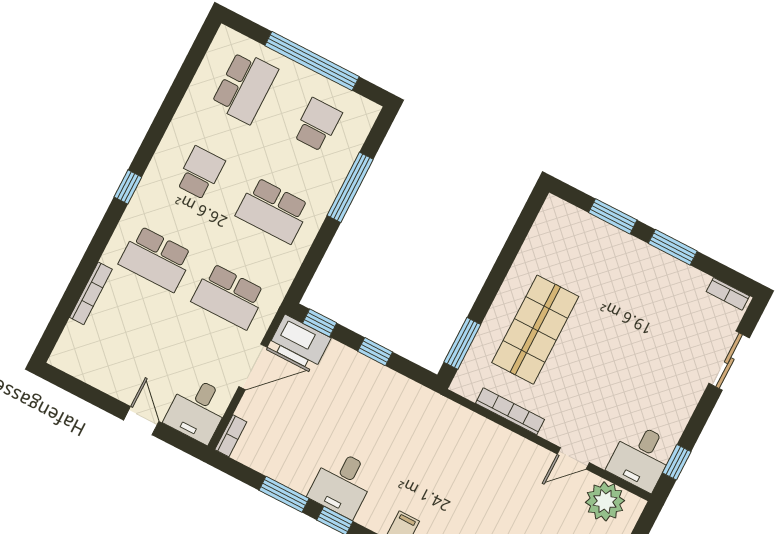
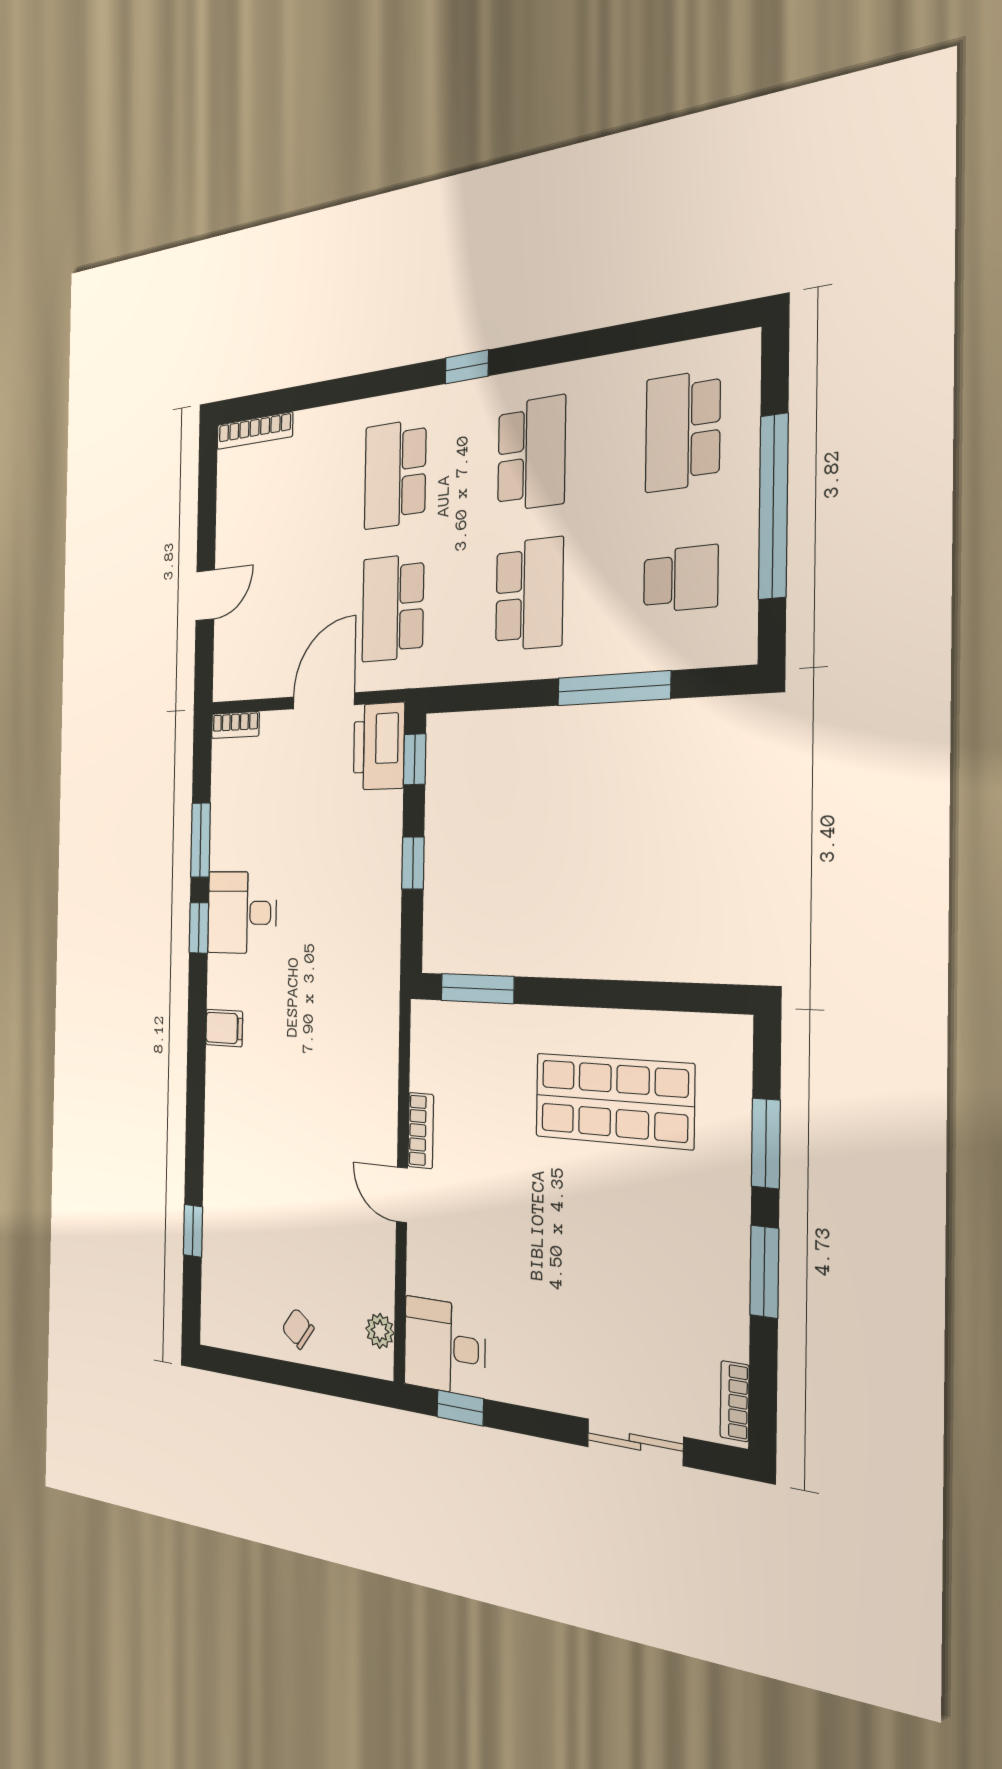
school desk: (245, 87) -> (683, 431), turned 90
school desk: (200, 173) -> (531, 454), width x1.85
school desk: (273, 210) -> (529, 594), turned 180
bookcase: (91, 293) -> (255, 431), moved
shop shelf: (535, 330) -> (614, 1101), moved
door: (253, 367) -> (324, 701), swing flipped
desk: (198, 410) -> (246, 660), removed
bookcase: (510, 411) -> (421, 1131), width x0.64
door: (573, 458) -> (402, 1195), moved
plant: (605, 501) -> (380, 1331), width x0.53, depth x0.53

